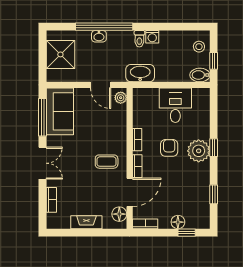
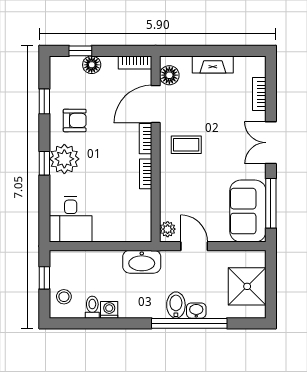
washing machine: (152, 37) -> (109, 310), moved
toilet: (139, 39) -> (92, 307), moved
bidet: (200, 75) -> (176, 305), moved, turned -90
desk: (175, 105) -> (71, 219), moved
armchair: (169, 148) -> (75, 120), moved, turned -90

